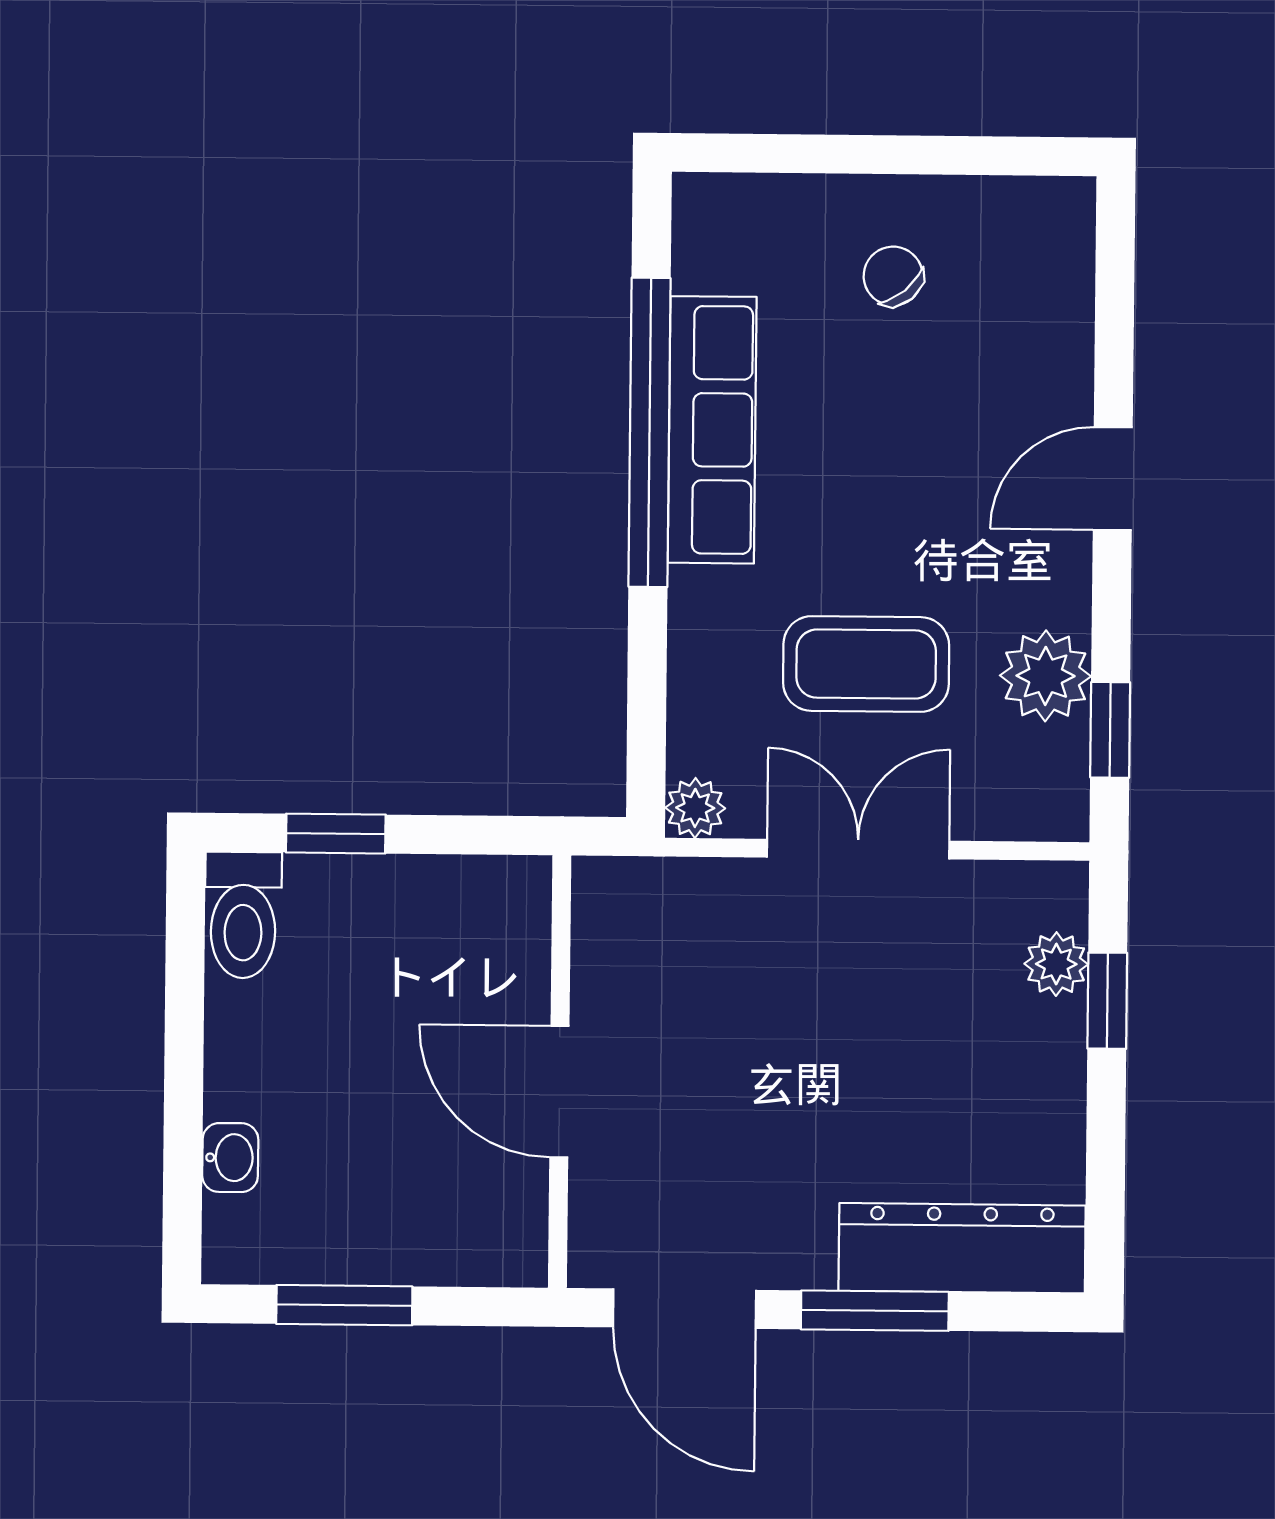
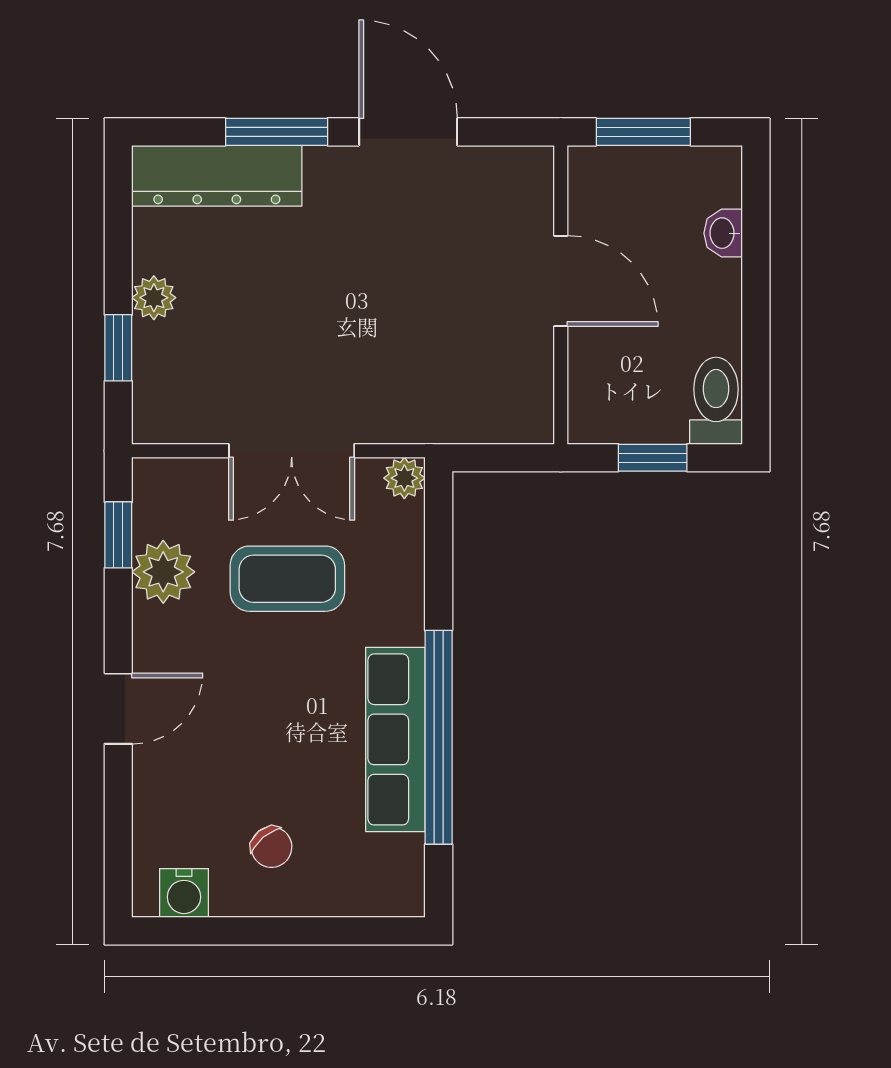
water cooler: (1020, 211) -> (184, 893), added
plant: (1056, 964) -> (154, 298), moved
wall: (560, 1072) -> (561, 295), moved
door: (559, 1092) -> (561, 281), moved

